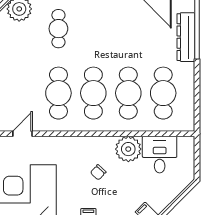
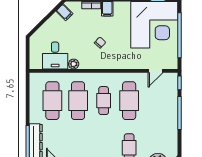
cafe table: (93, 93) -> (104, 101), width x0.73, depth x0.74
plant: (128, 149) -> (74, 64), width x0.53, depth x0.53

